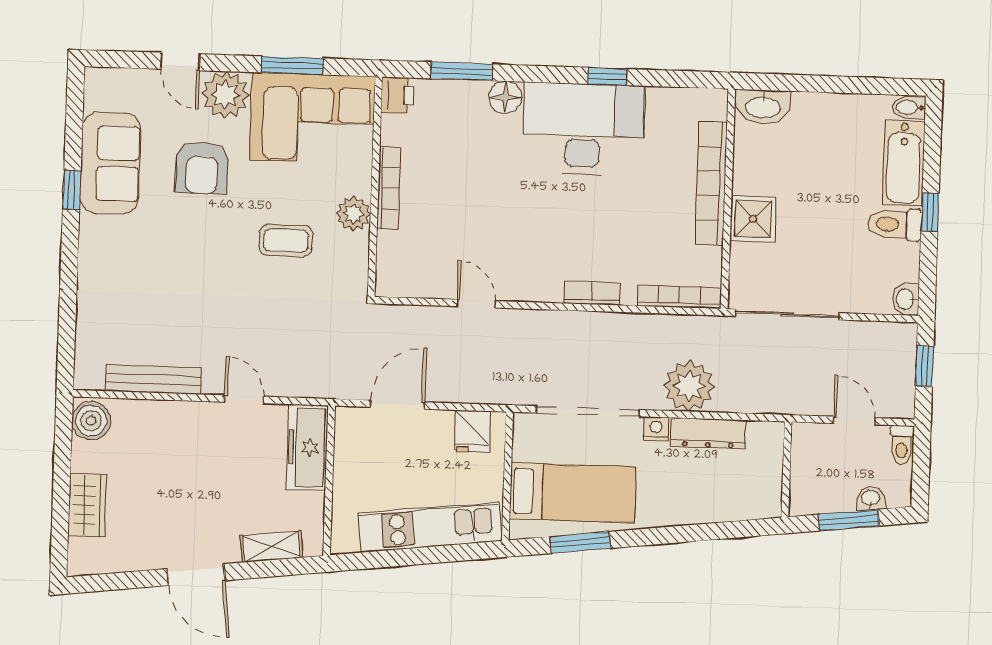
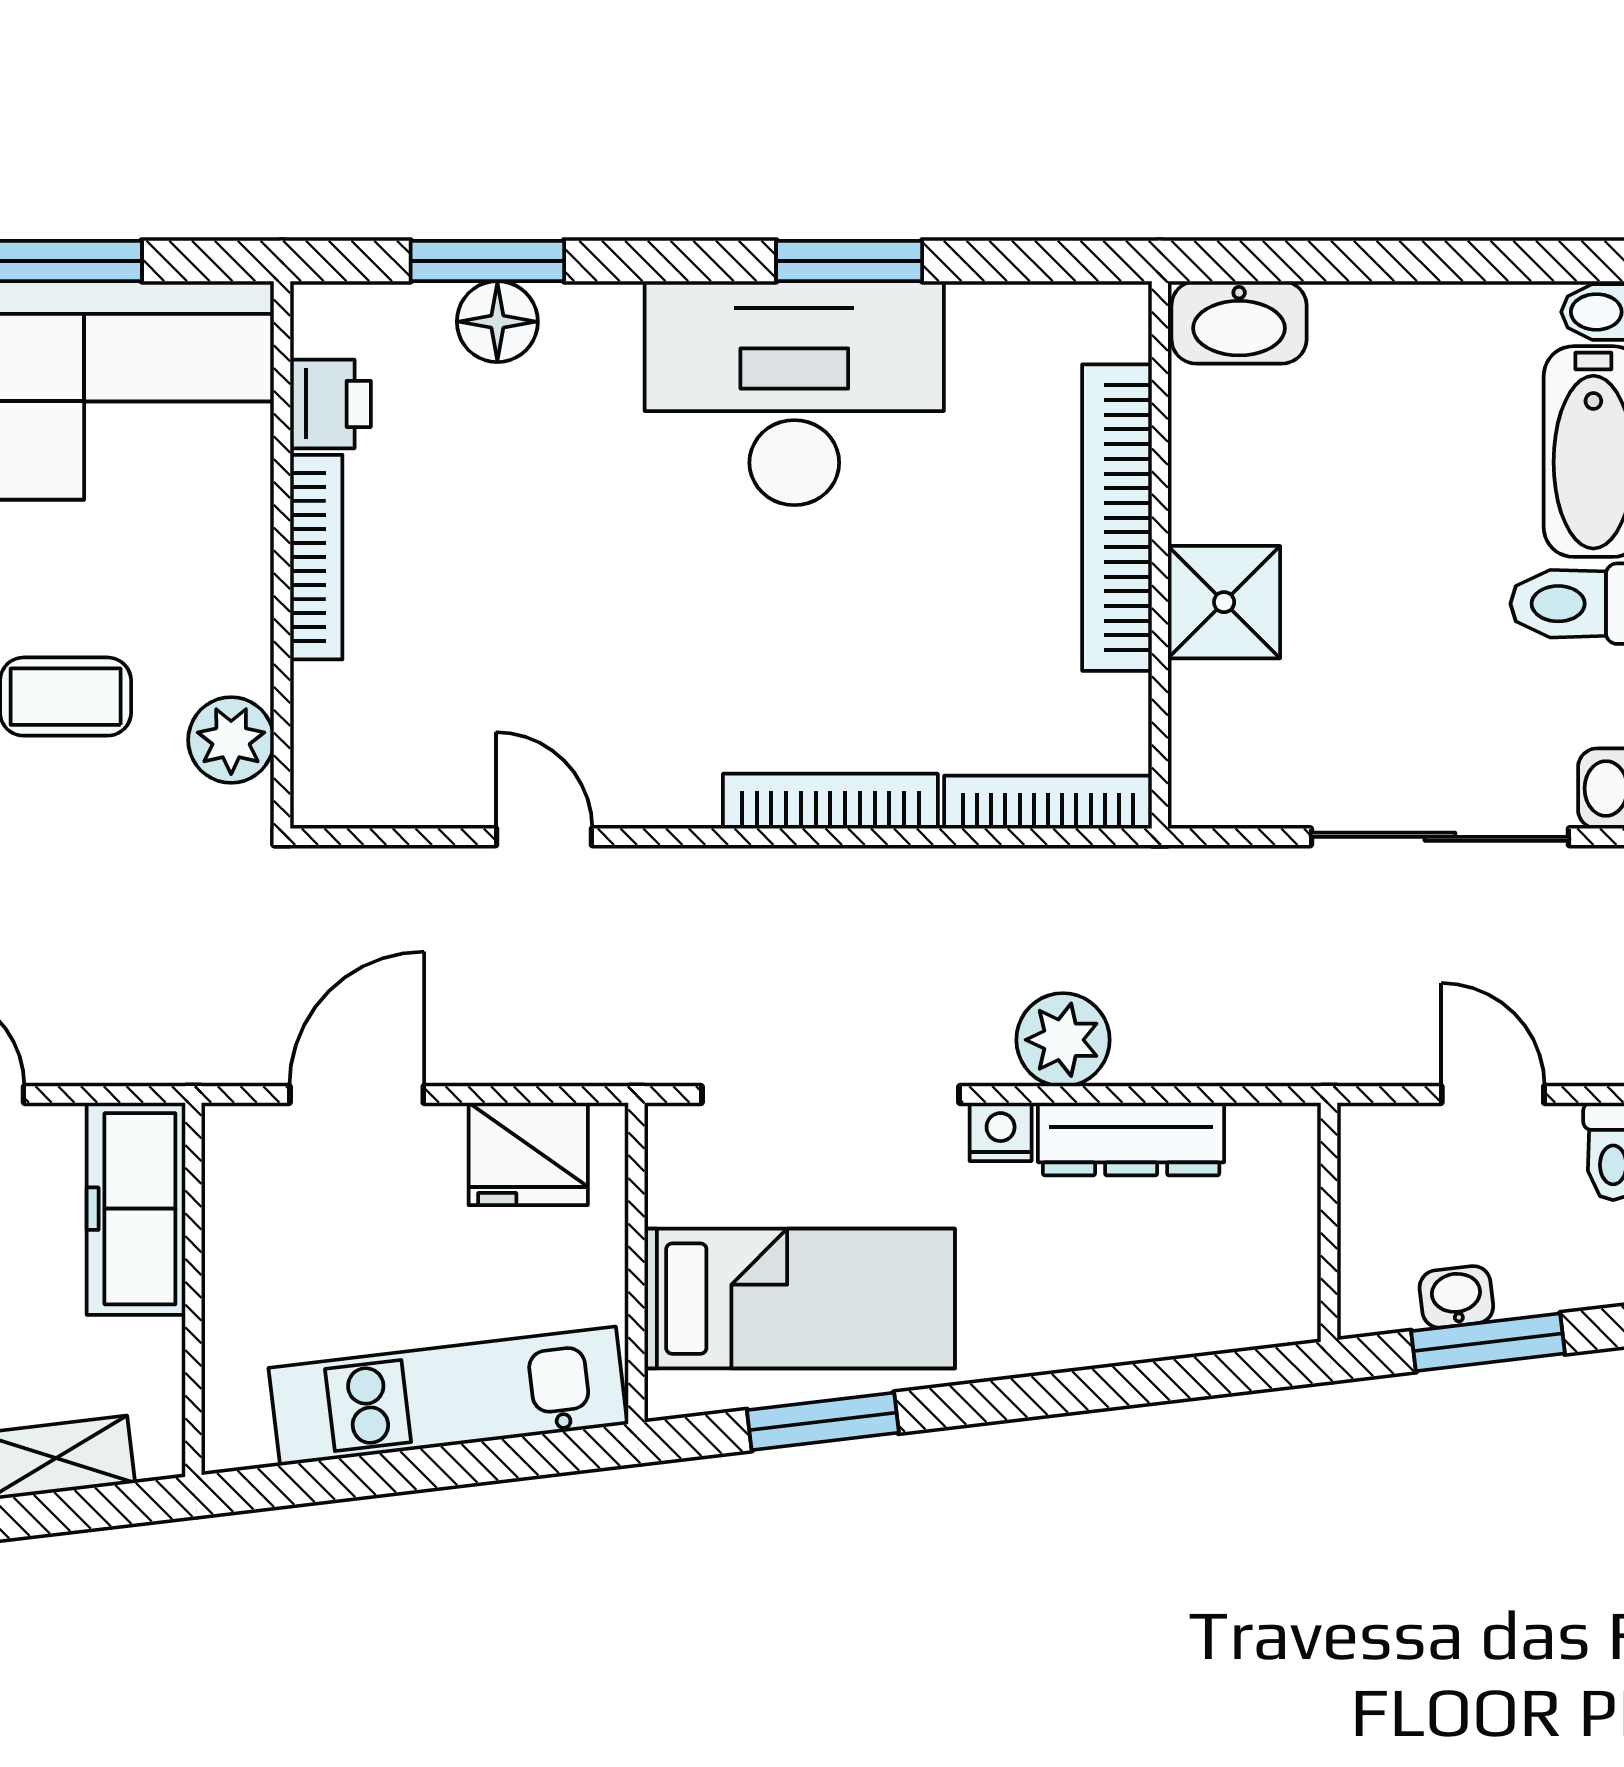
window: (607, 76) -> (849, 261), width x1.50
printer: (398, 95) -> (330, 404), moved
floor lamp: (505, 97) -> (497, 322), moved
plant: (354, 214) -> (231, 740), moved
bookcase: (592, 293) -> (830, 801), width x1.56
sliding door: (787, 314) -> (1440, 837), moved
plant: (689, 386) -> (1063, 1040), width x0.73, depth x0.73
fridge: (472, 431) -> (528, 1154), width x1.38
washbasin: (870, 499) -> (1456, 1297), moved

